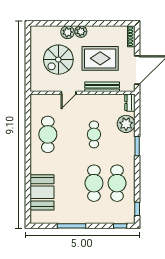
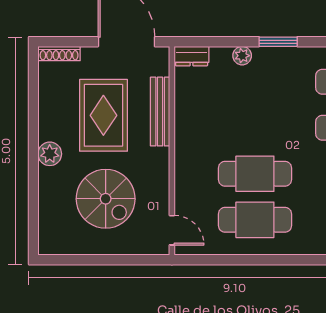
plant: (67, 32) -> (51, 181), removed
door: (69, 93) -> (172, 230), moved
plant: (126, 124) -> (242, 56), width x0.53, depth x0.53
cafe table: (94, 134) -> (255, 174), moved, width x1.37, depth x1.35

